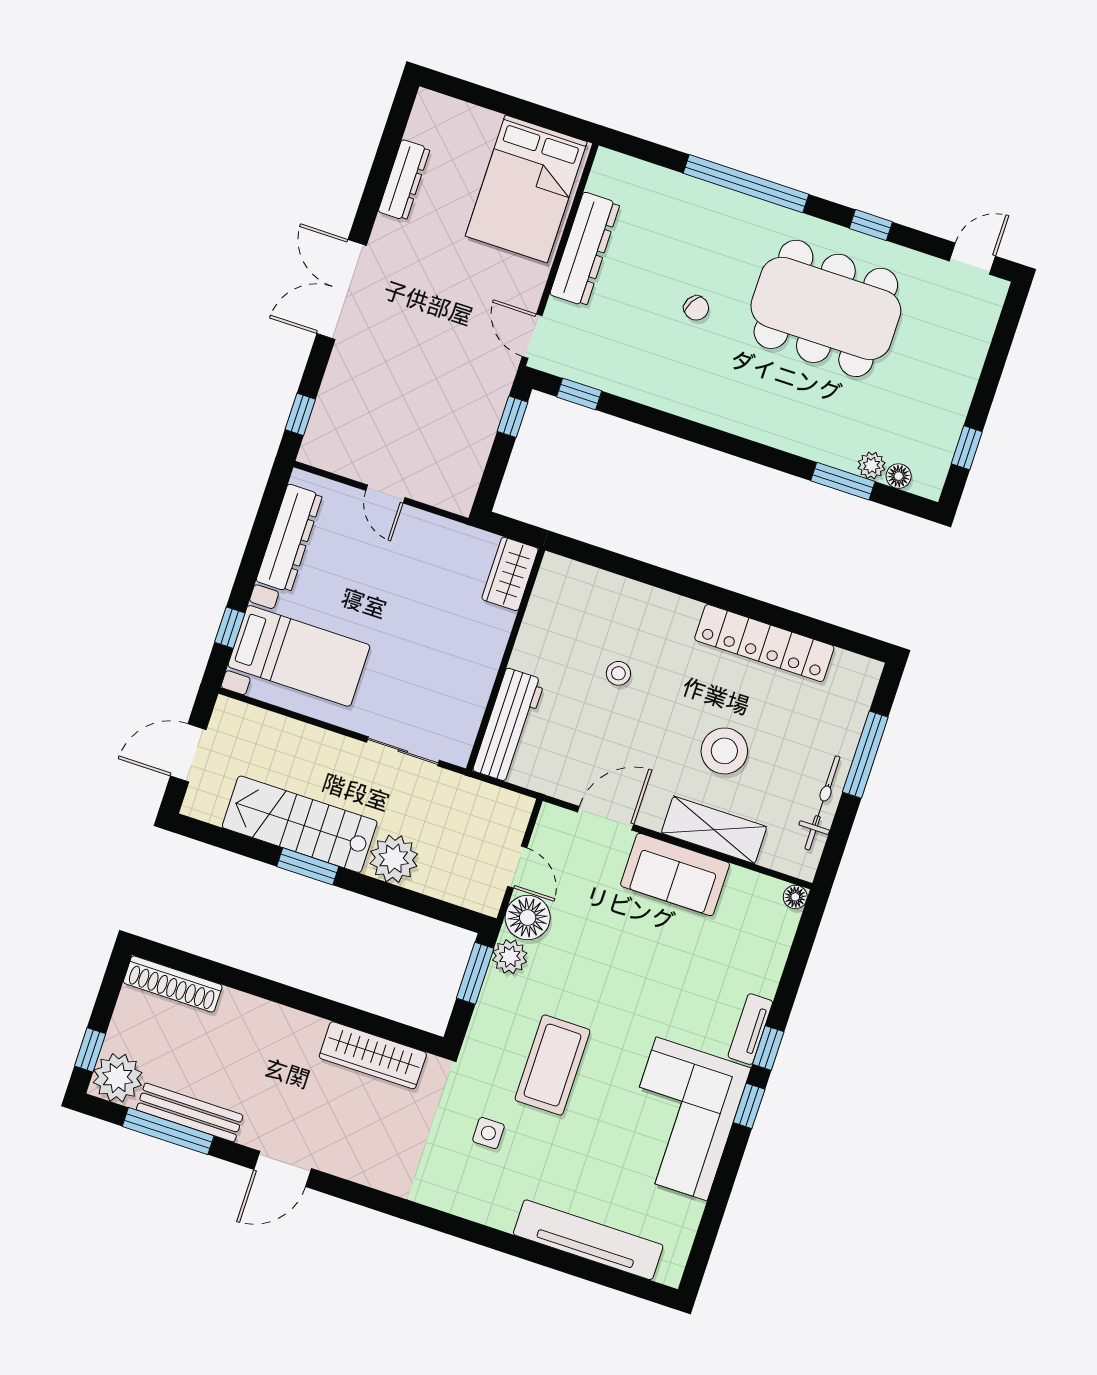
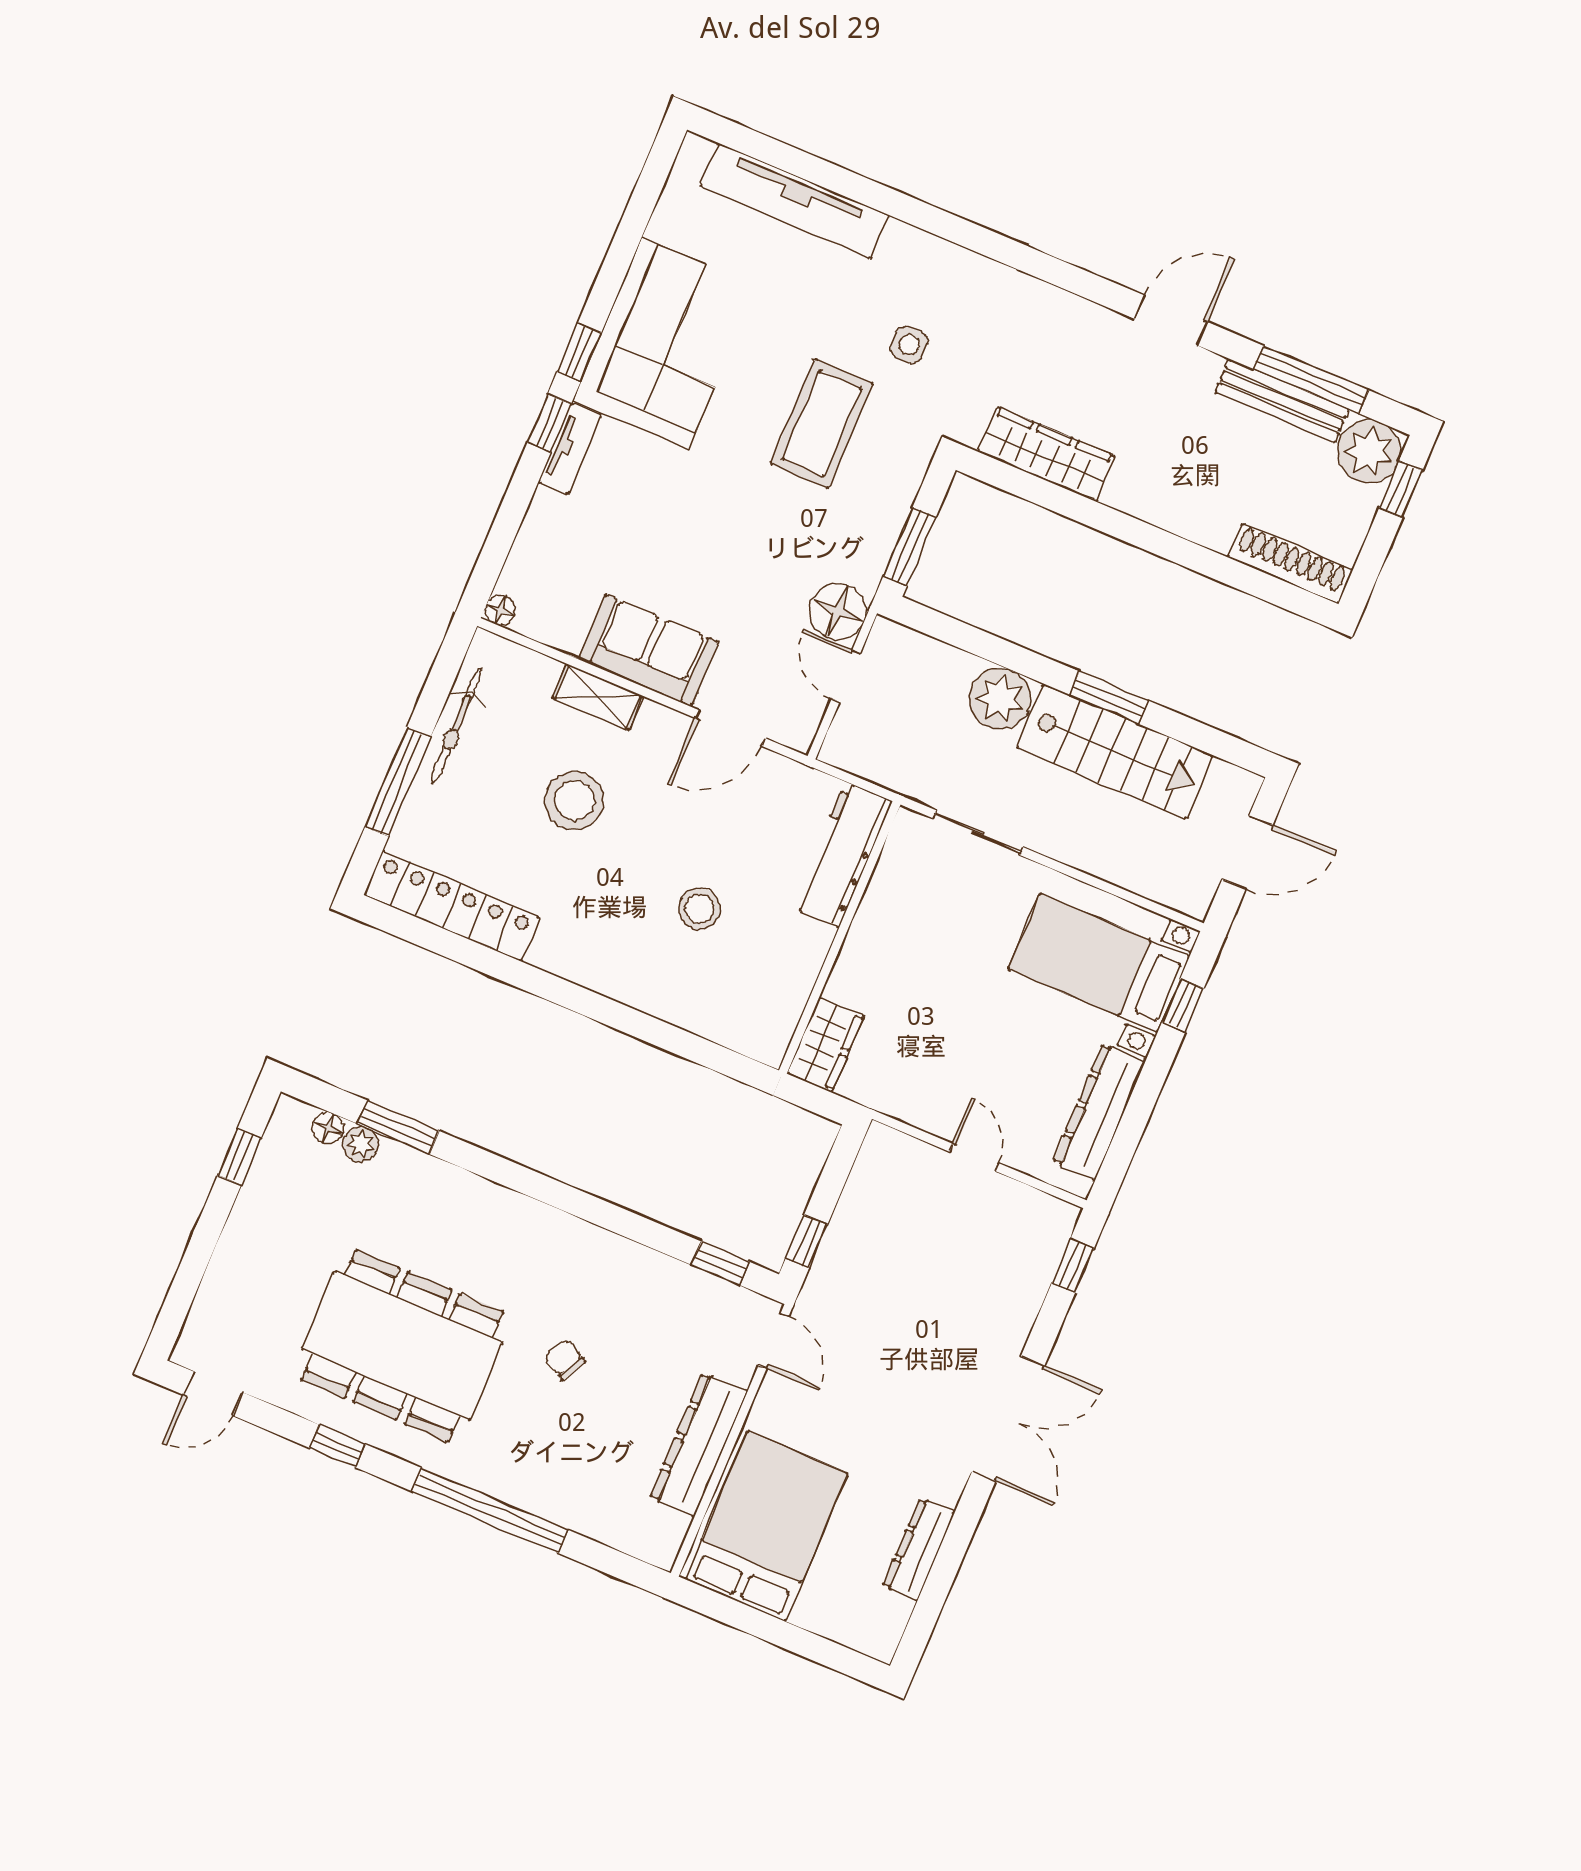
locker: (764, 643) -> (452, 906), moved
stool: (618, 673) -> (699, 909), width x1.37, depth x1.37
shelving: (714, 830) -> (598, 697), width x0.67, depth x0.75
plant: (510, 957) -> (864, 564), removed

